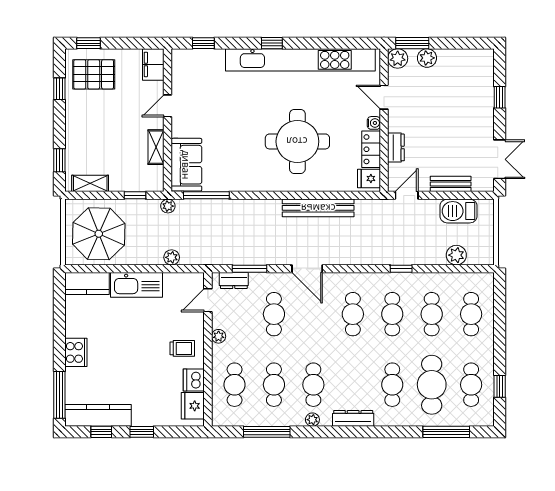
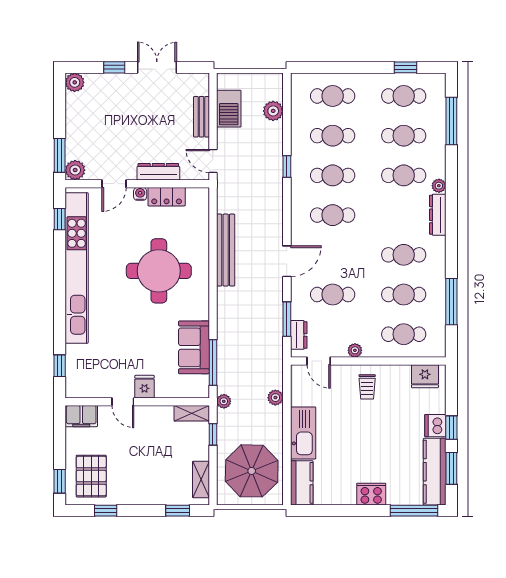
window: (272, 43) -> (60, 219), moved
plant: (427, 58) -> (75, 82), moved
shelving: (156, 147) -> (192, 413), moved
dresser: (396, 147) -> (158, 172), width x1.44
double door: (500, 159) -> (157, 67), moved
sofa: (186, 165) -> (194, 347), moved, turned -90
fridge: (369, 178) -> (144, 387), moved, turned 180
trolley: (182, 348) -> (367, 387), turned 180
dishwasher: (194, 380) -> (435, 426), moved, turned 90
cafe table: (432, 385) -> (404, 136), width x0.73, depth x0.74
plant: (312, 420) -> (439, 186), moved
window: (101, 432) -> (451, 468), width x1.50

